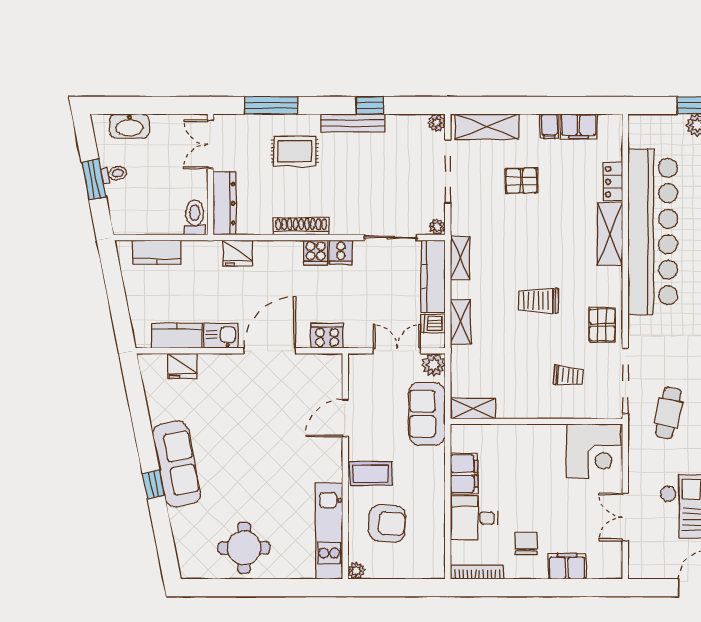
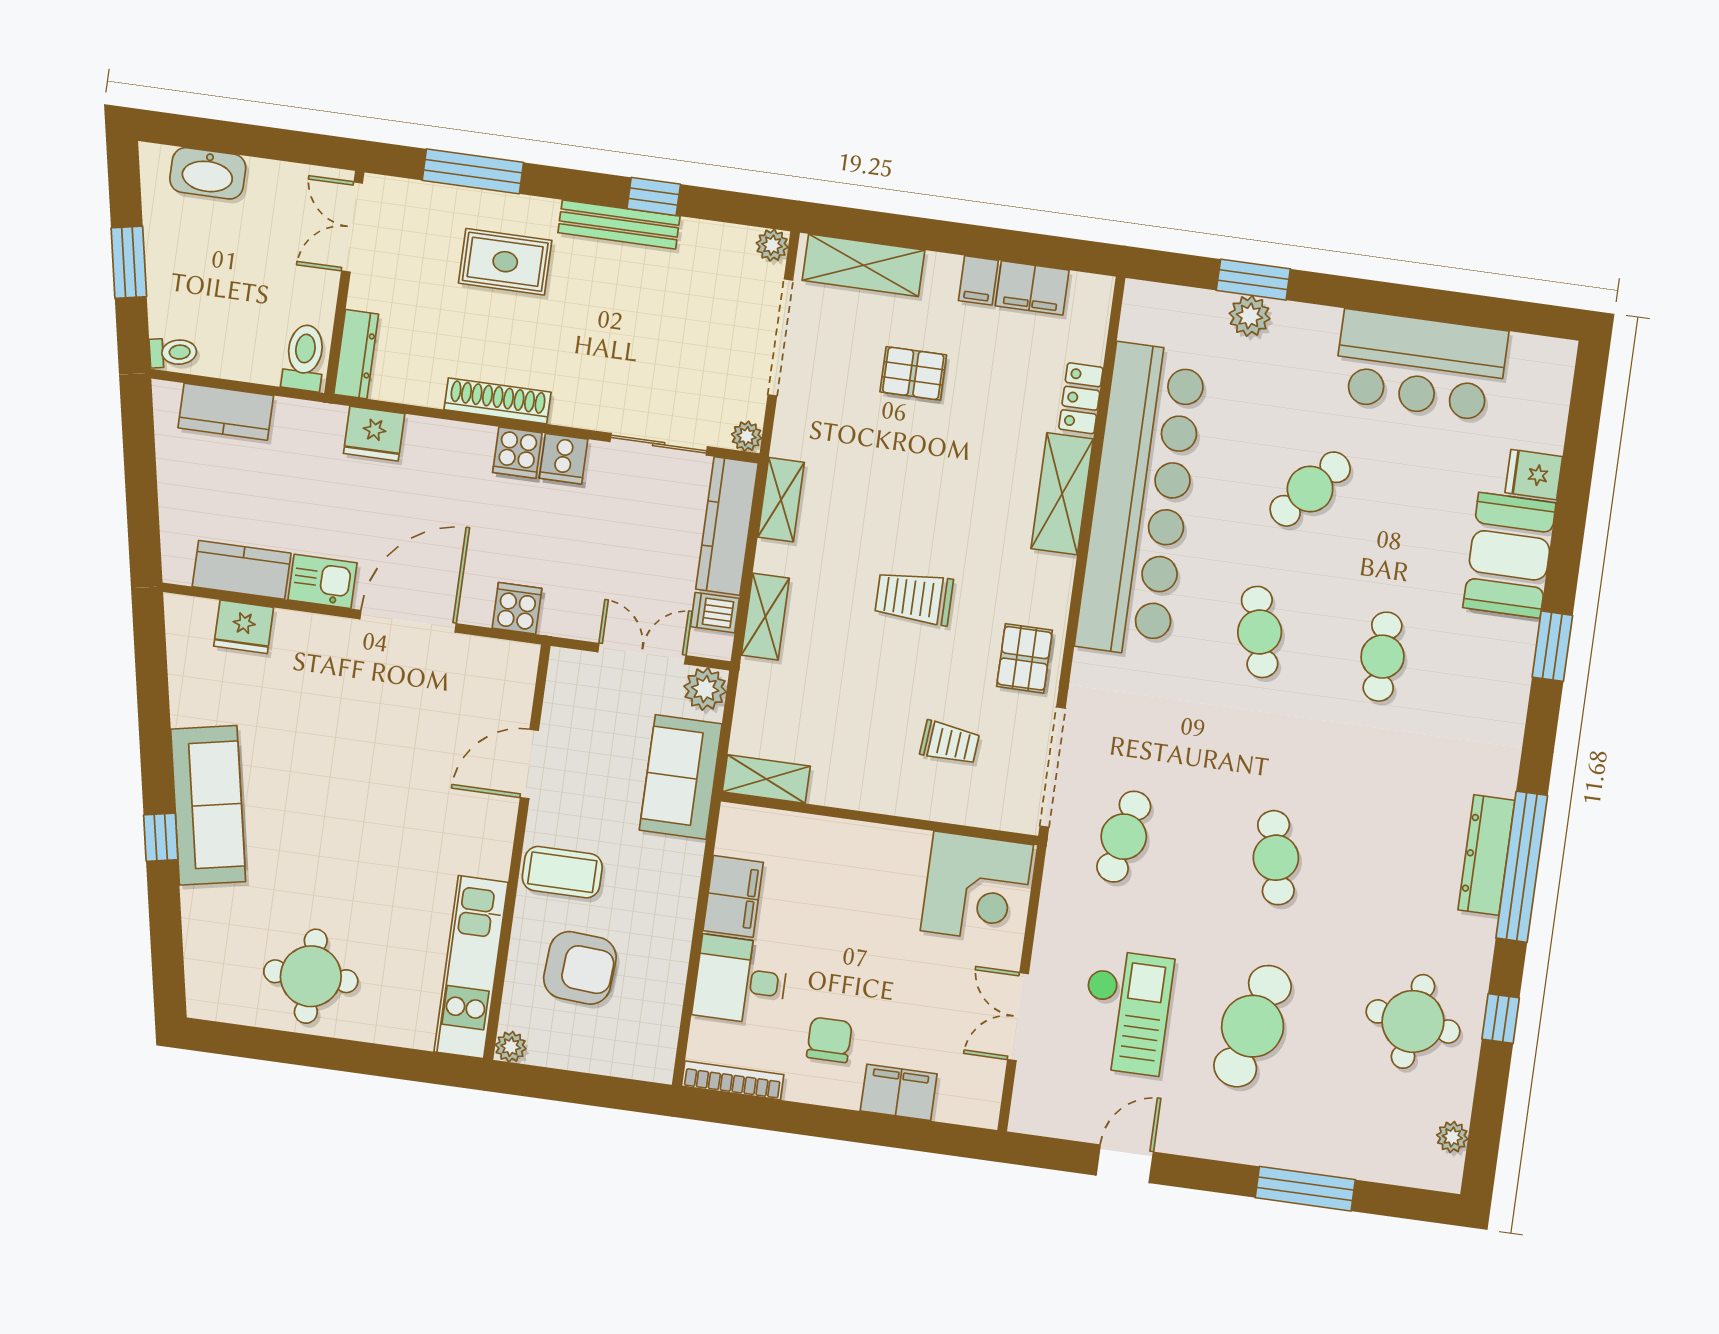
toilet: (114, 174) -> (173, 352), moved
dresser: (224, 203) -> (356, 354), width x0.73, depth x0.80
cooker: (327, 336) -> (517, 608), width x0.73

